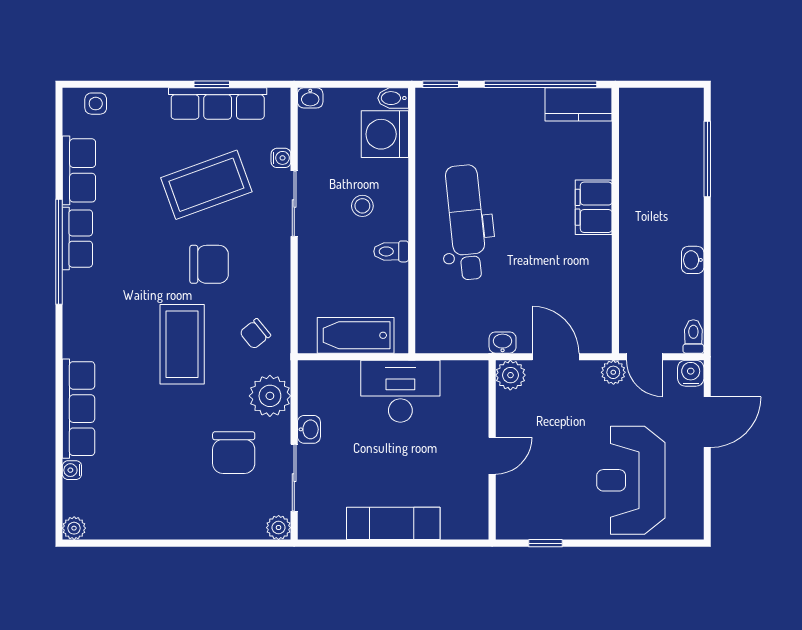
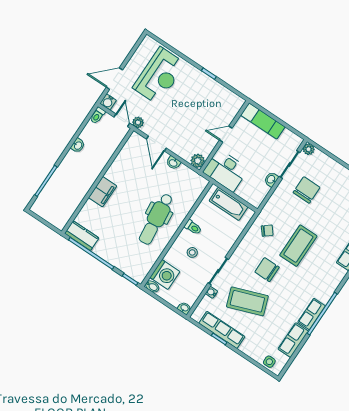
plant: (510, 375) -> (198, 161), moved
plant: (270, 396) -> (278, 203), removed
wall: (492, 450) -> (224, 136), moved
door: (492, 456) -> (226, 134), moved

